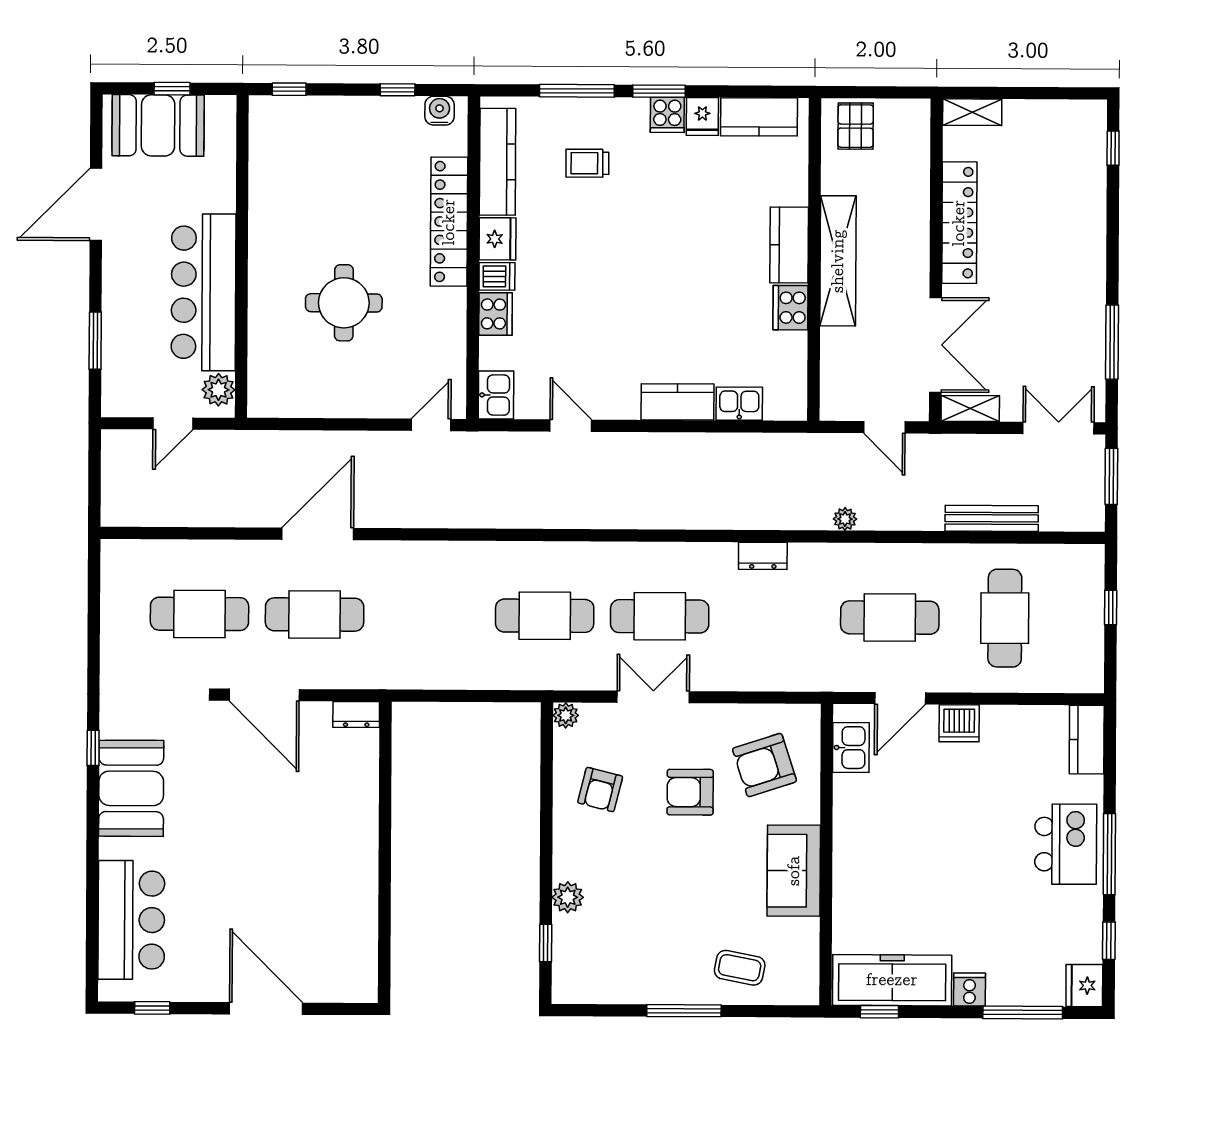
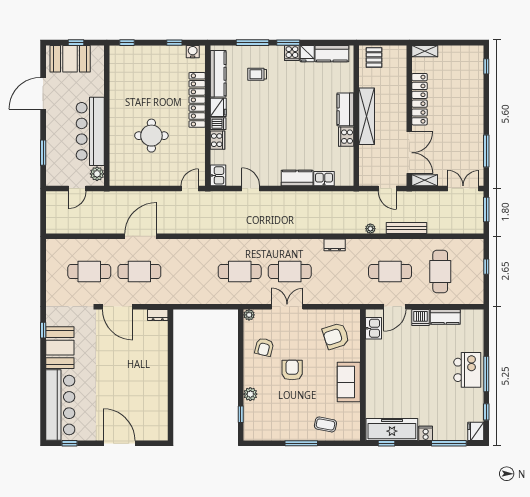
bench: (992, 518) -> (407, 228), moved
kitchen counter: (1087, 740) -> (445, 317), moved, turned -90
armchair: (690, 792) -> (292, 370), moved, turned 90
bar counter: (131, 920) -> (60, 405), width x1.36

